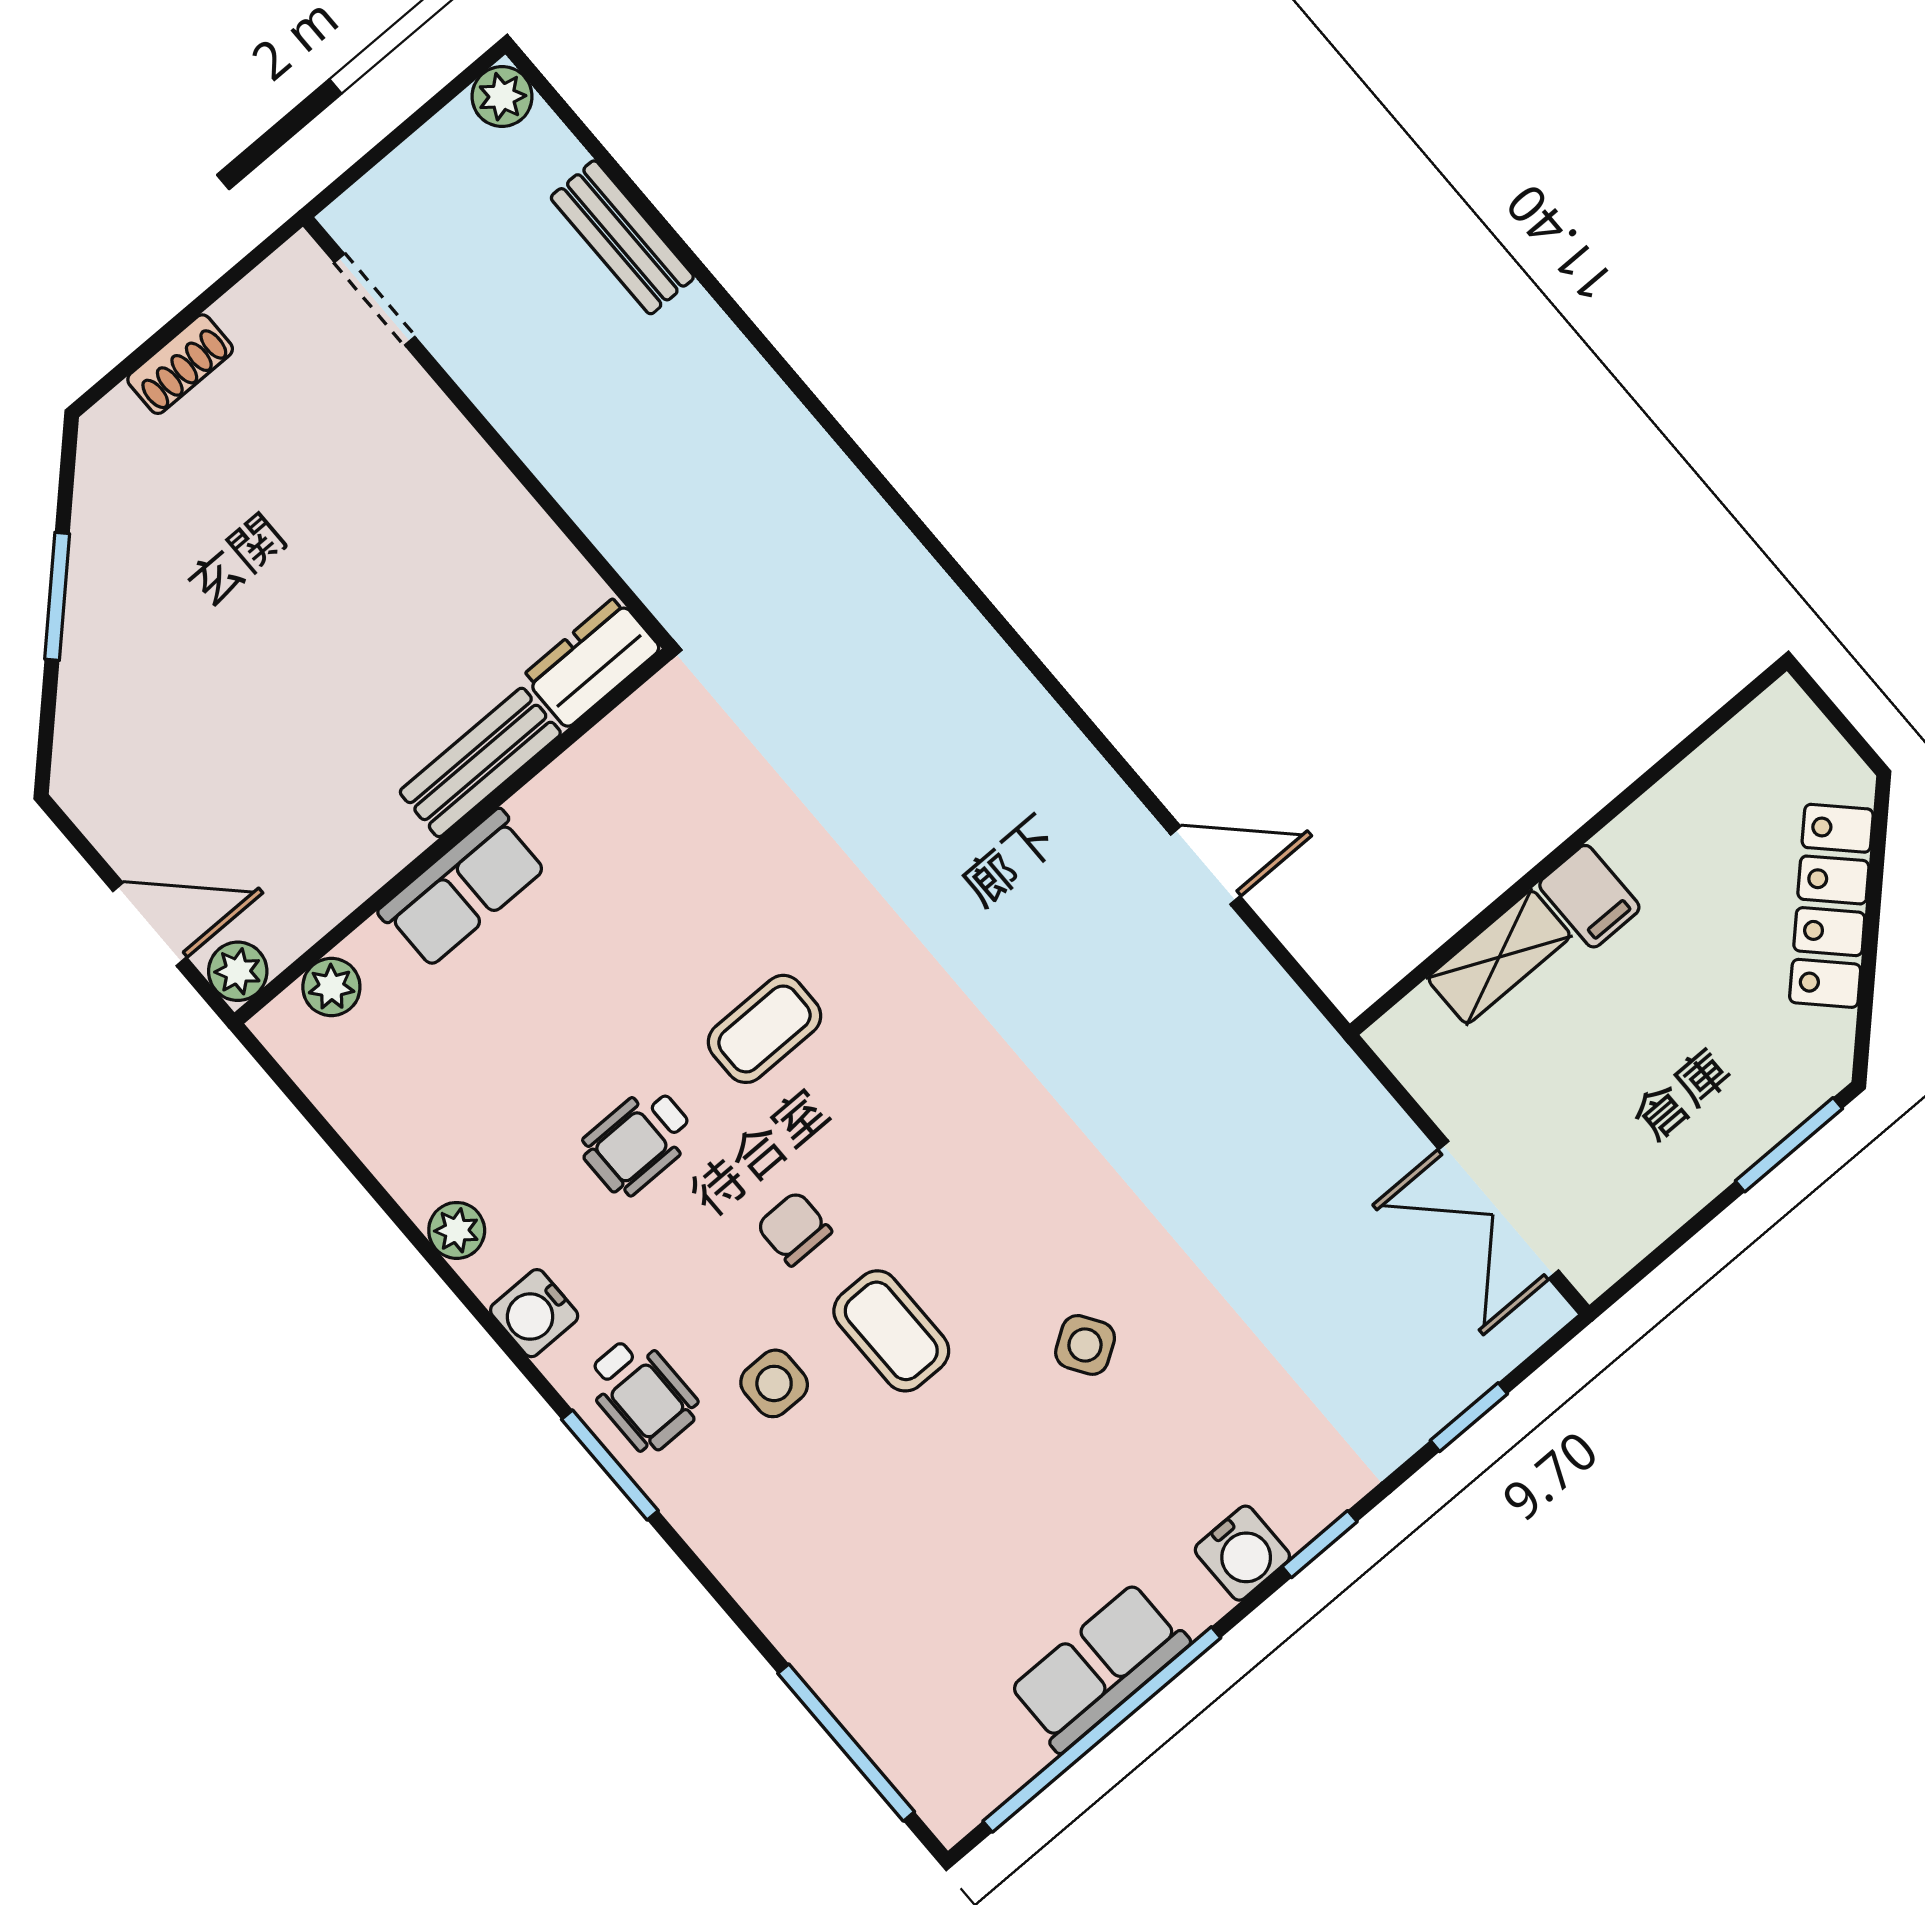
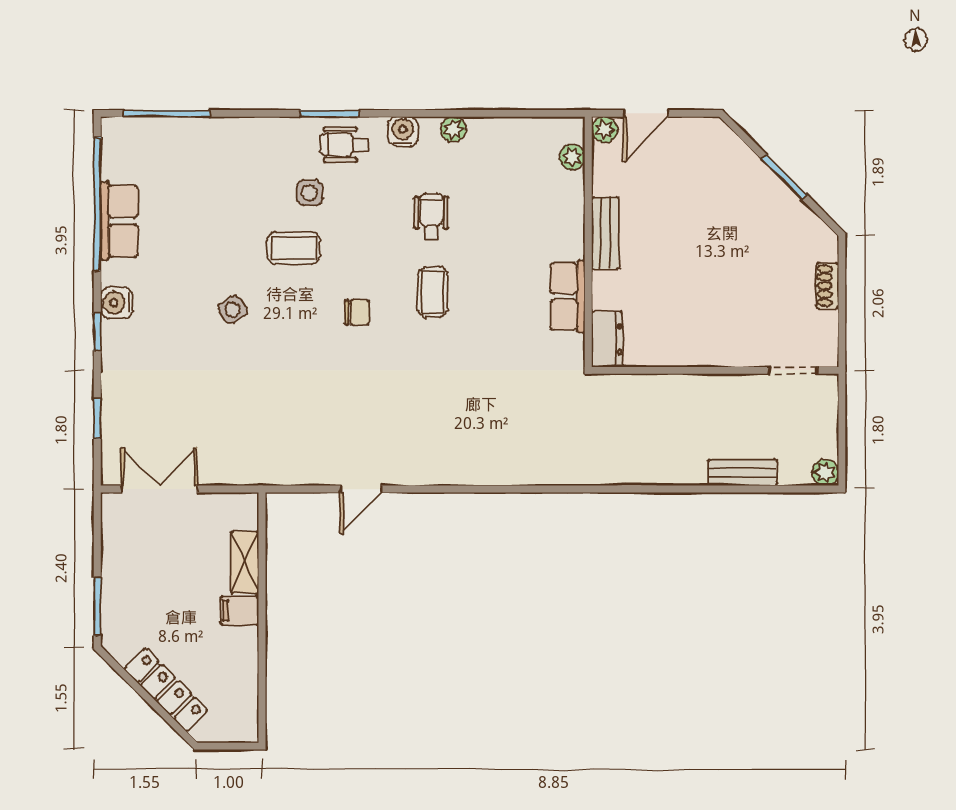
bench: (480, 762) -> (605, 233), moved
row of seats: (463, 889) -> (568, 297), moved
chair: (794, 1229) -> (357, 312), moved

